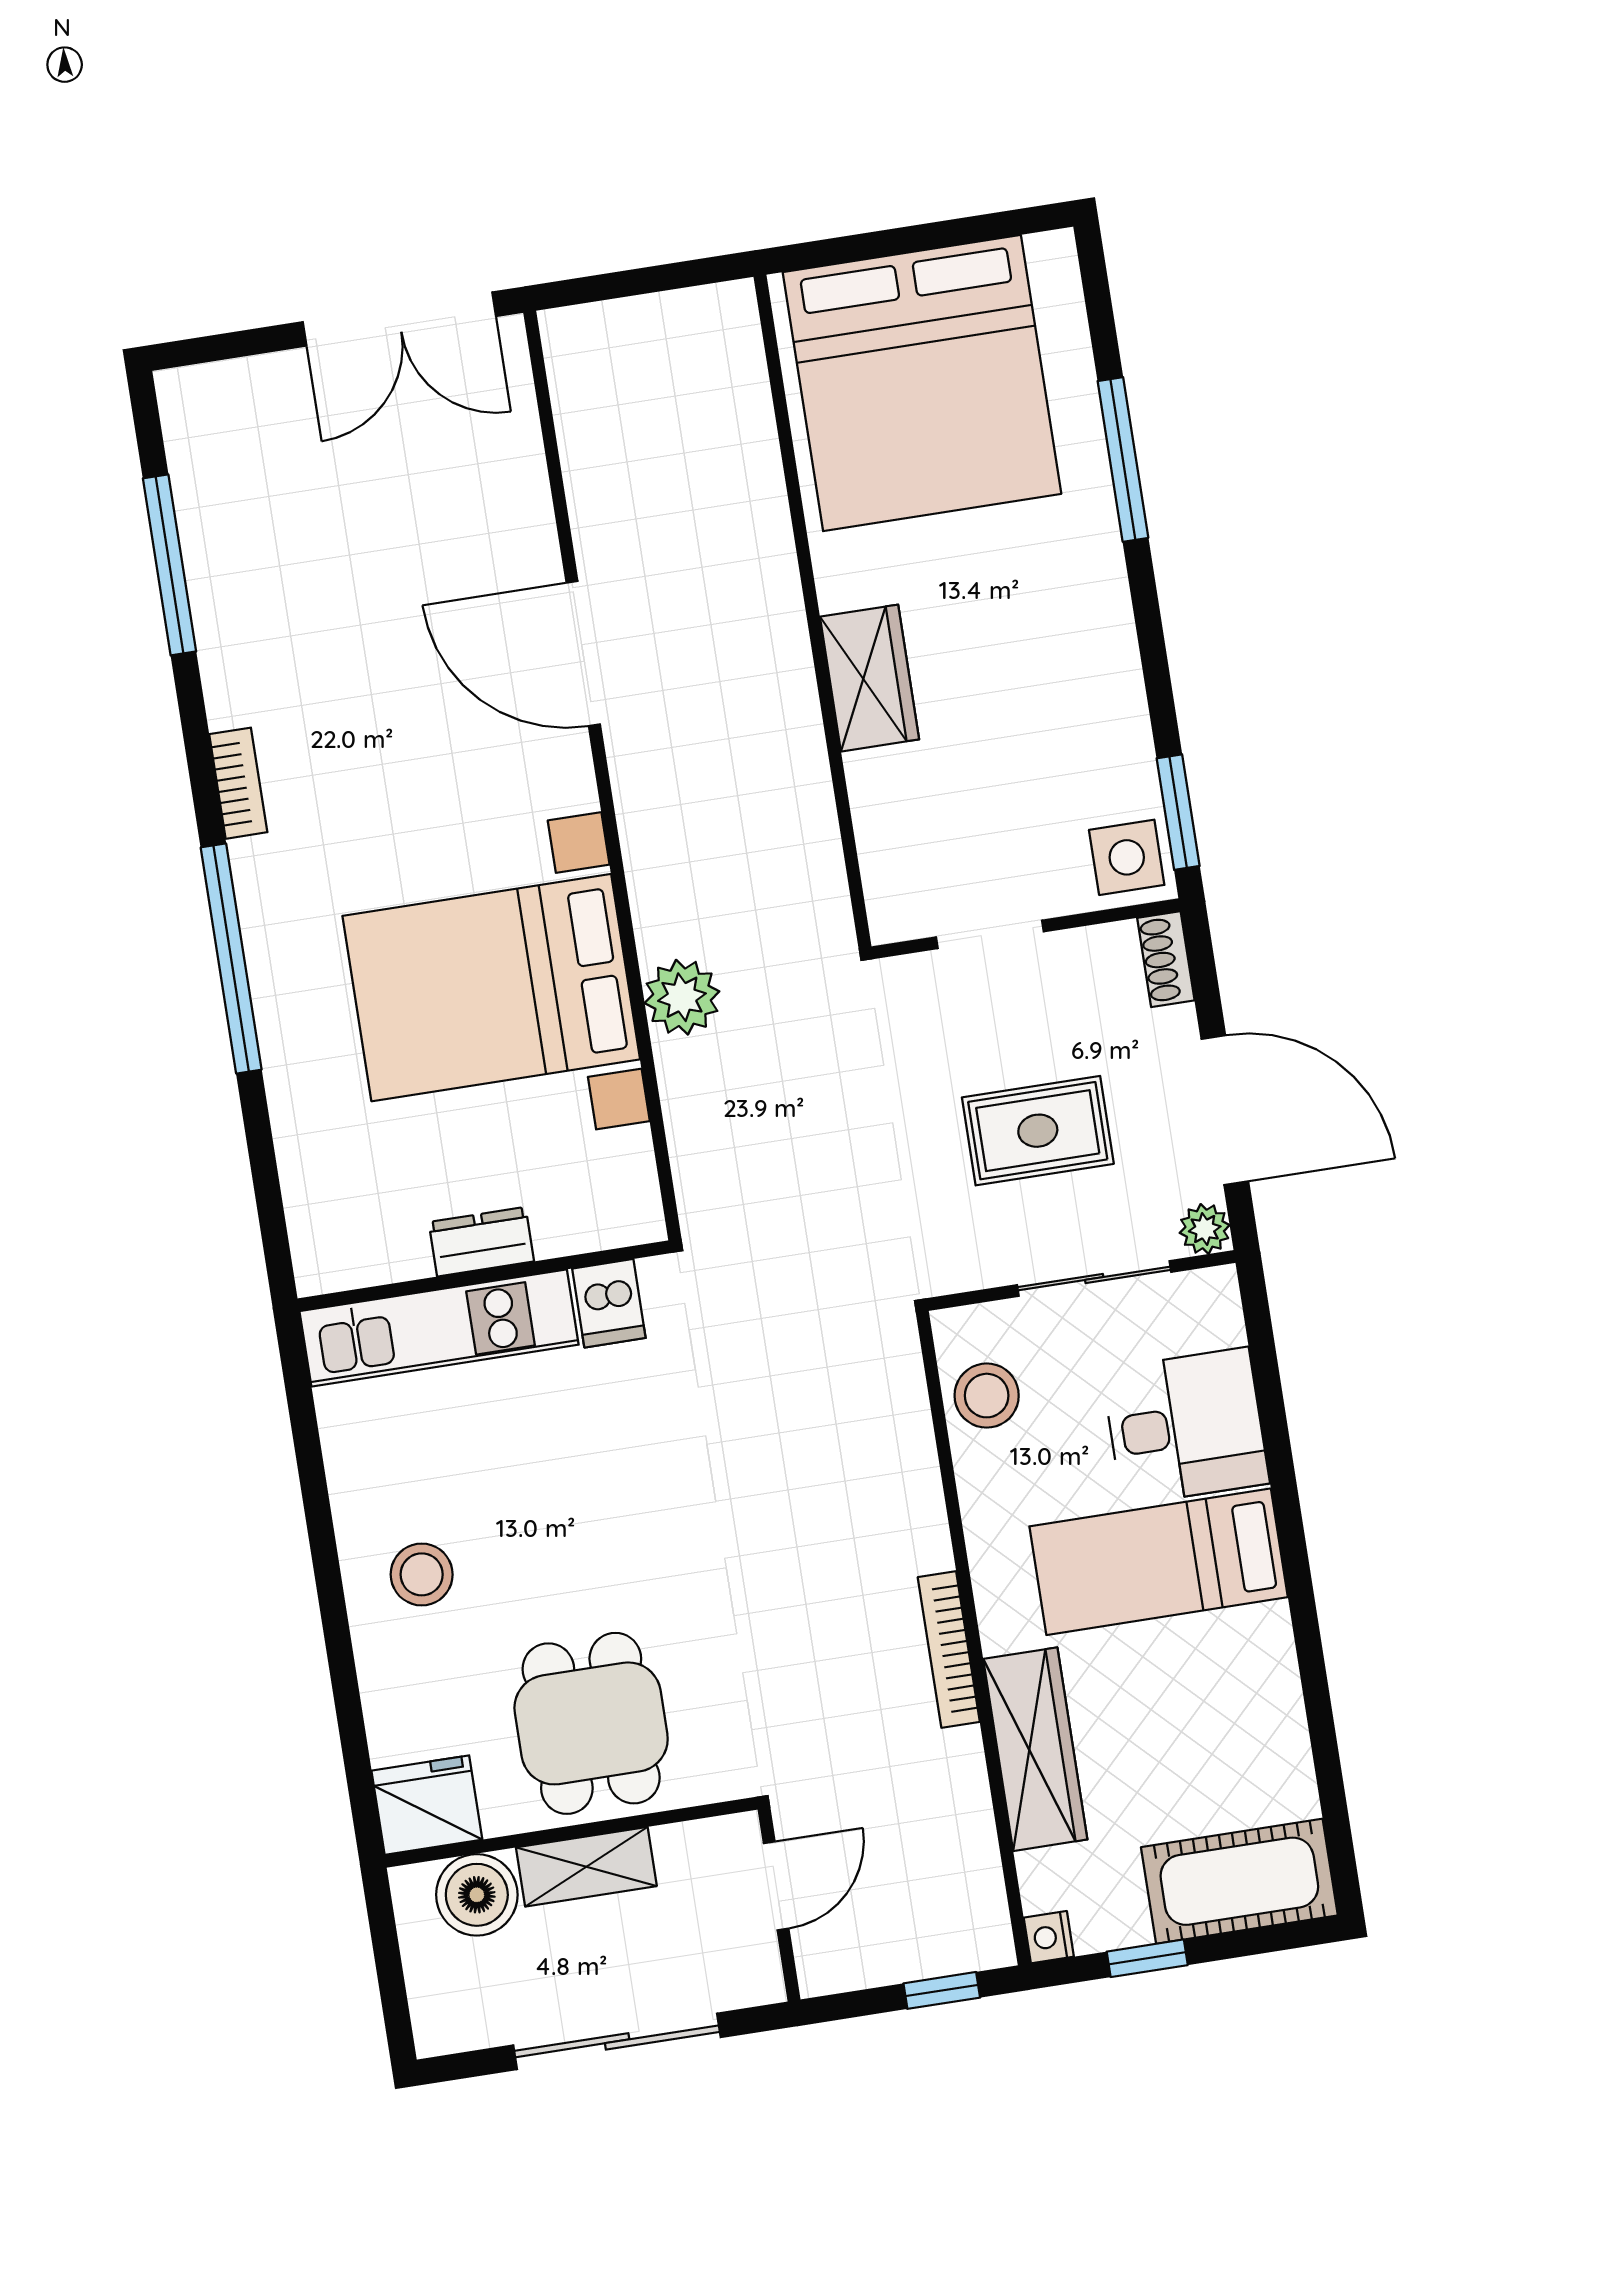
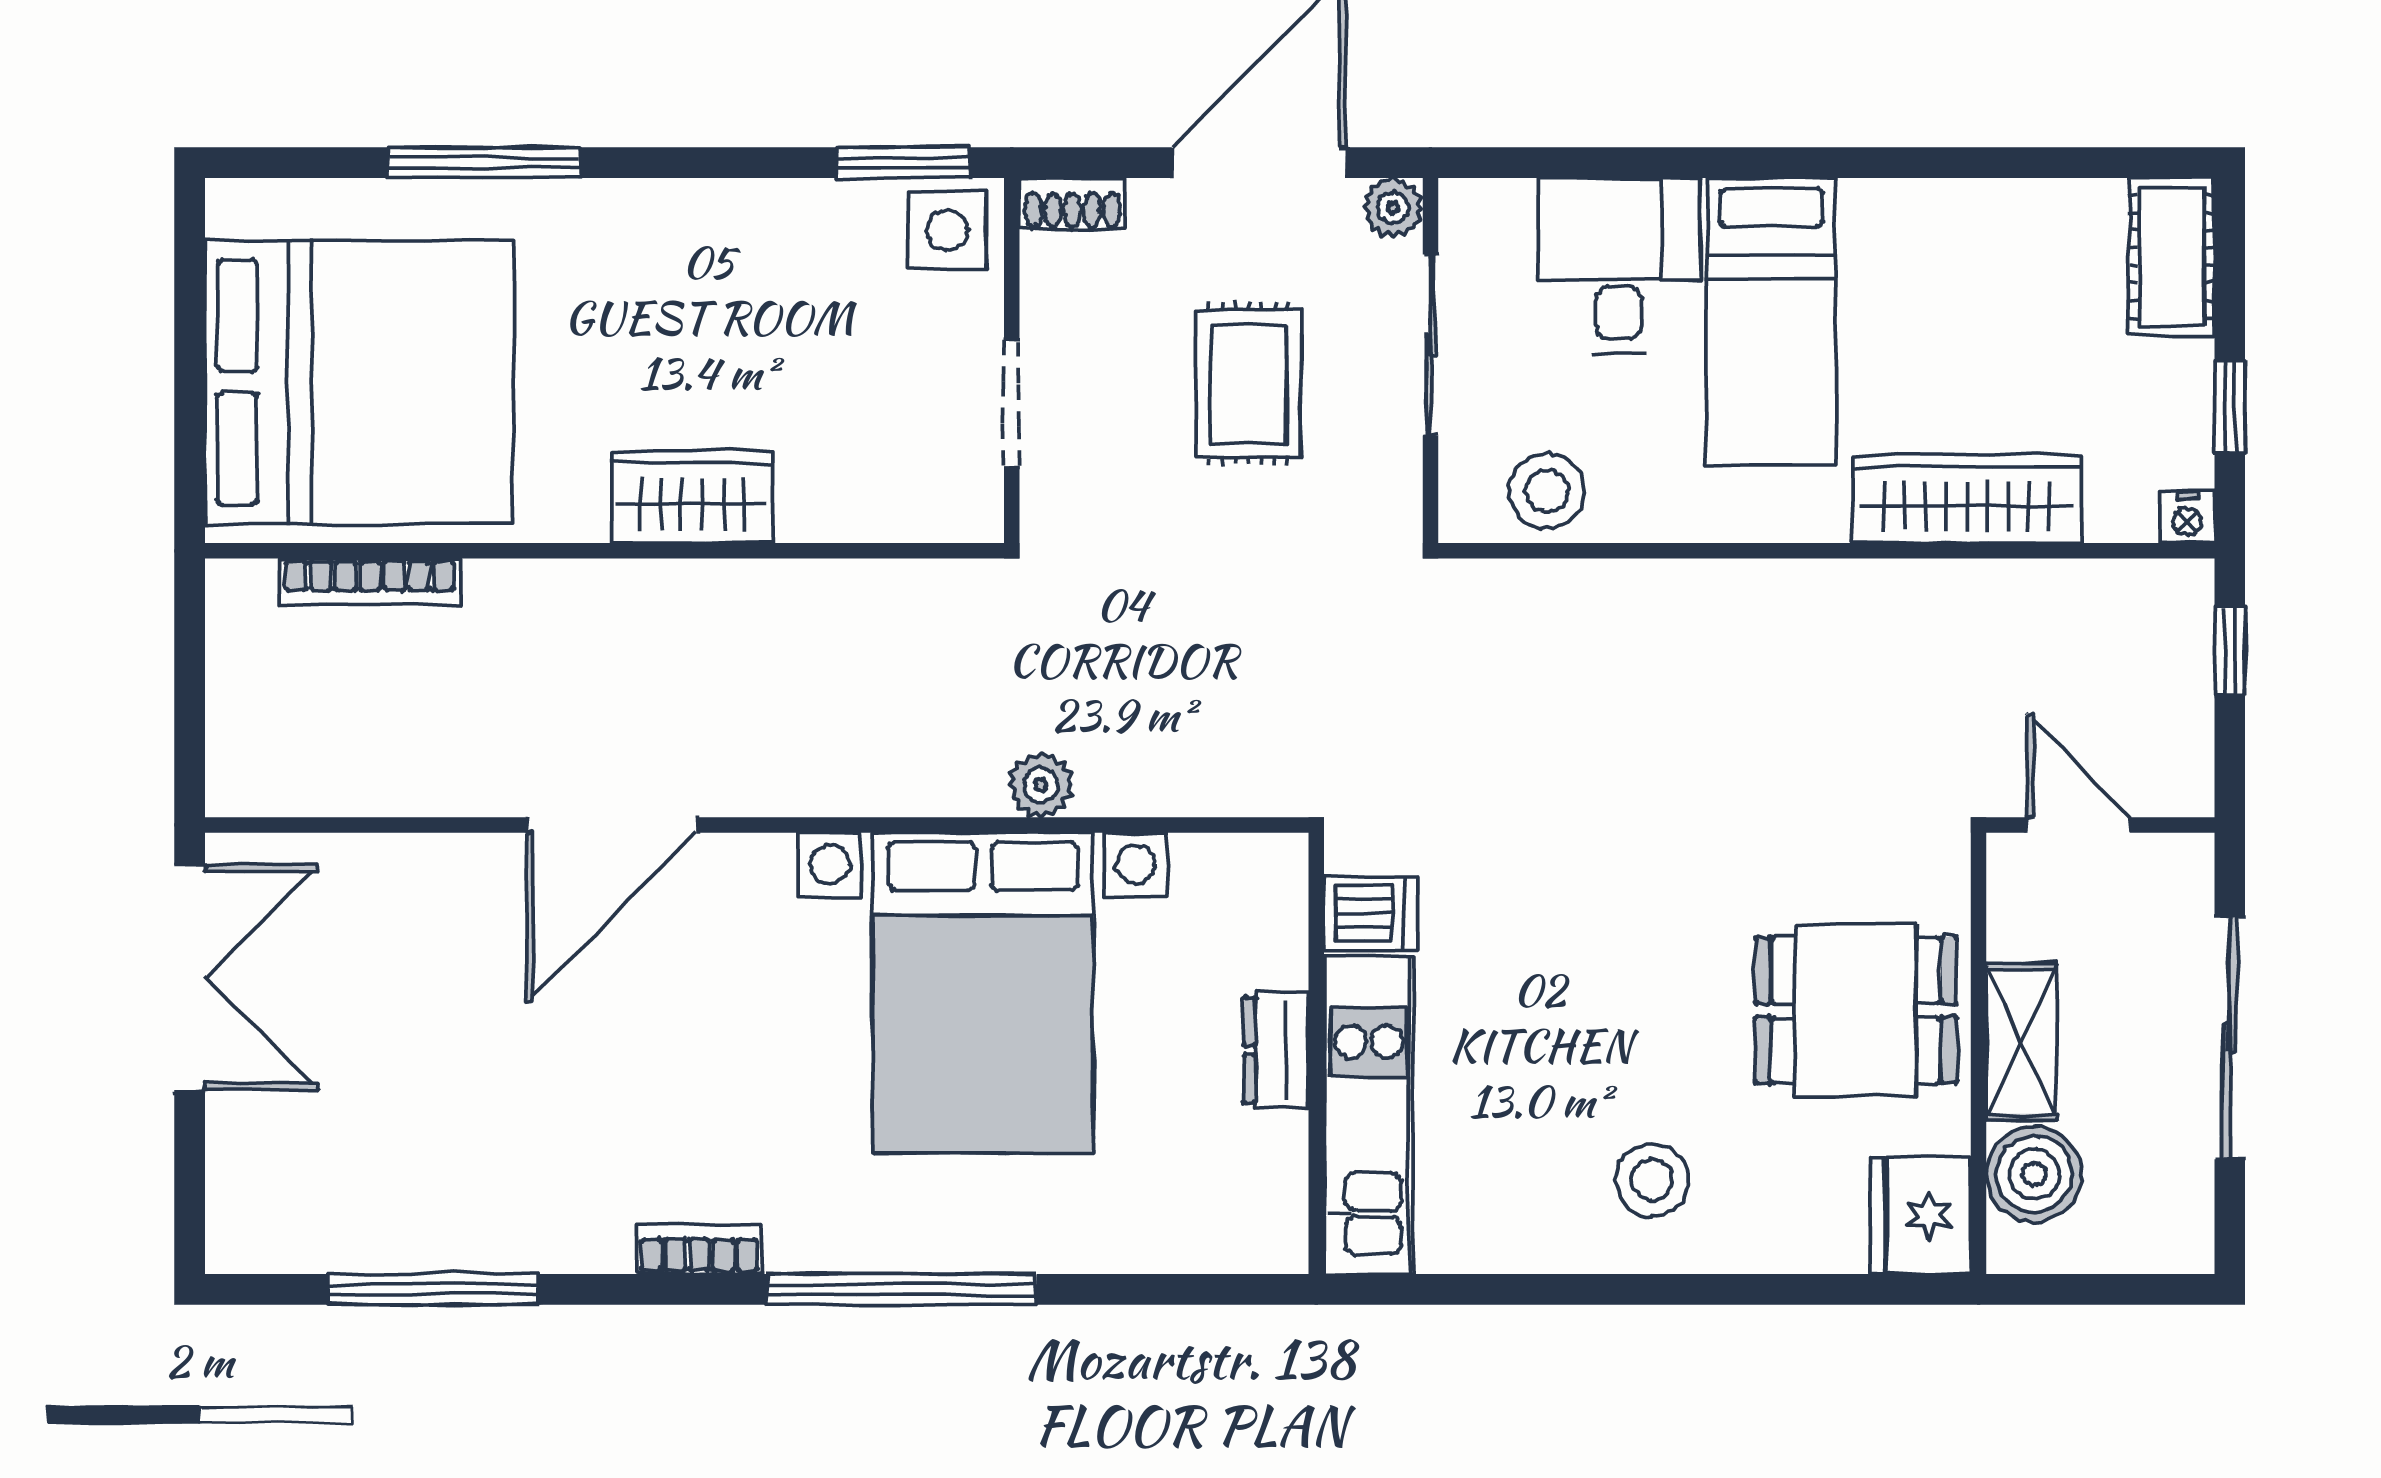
plant: (682, 997) -> (1041, 785), width x0.73, depth x0.73
bookcase: (949, 1650) -> (370, 581), moved
cot: (1239, 1881) -> (2172, 257), width x0.73, depth x0.75

